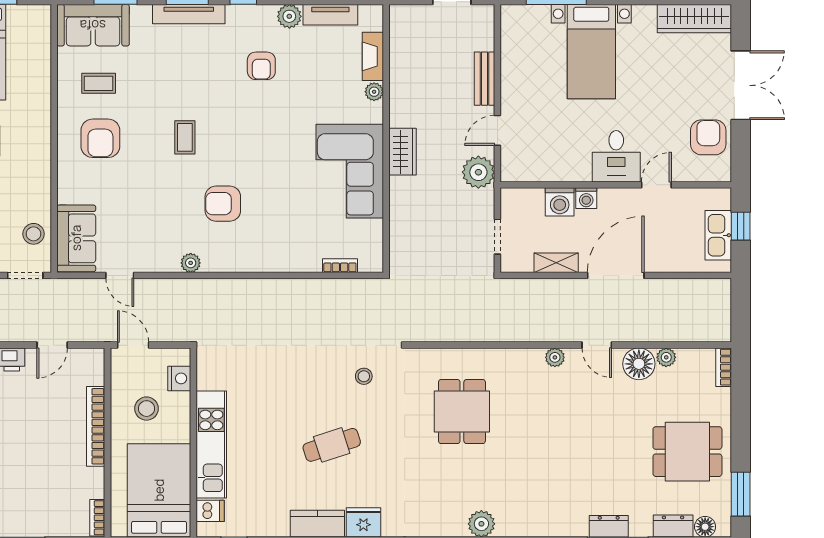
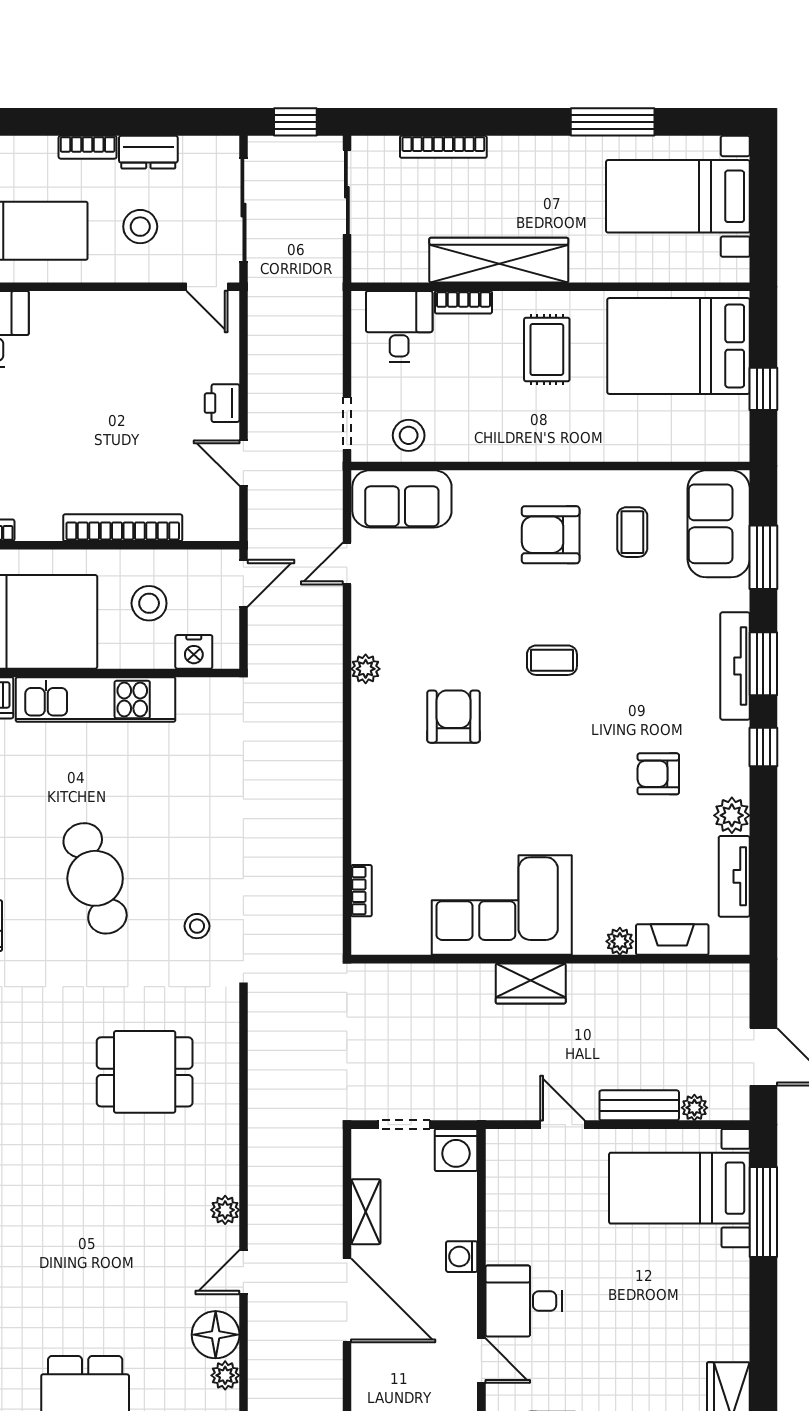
bed with nightstands: (591, 52) -> (679, 1188), moved
plant: (478, 172) -> (694, 1108), moved, width x0.53, depth x0.53
washing machine: (560, 202) -> (456, 1150), moved, turned -90
cafe table: (332, 445) -> (95, 878), width x1.37, depth x1.35

